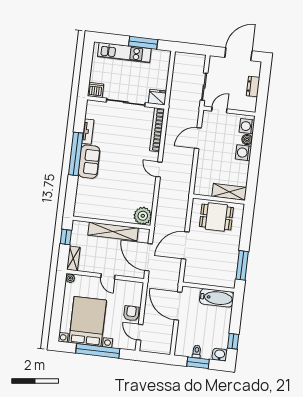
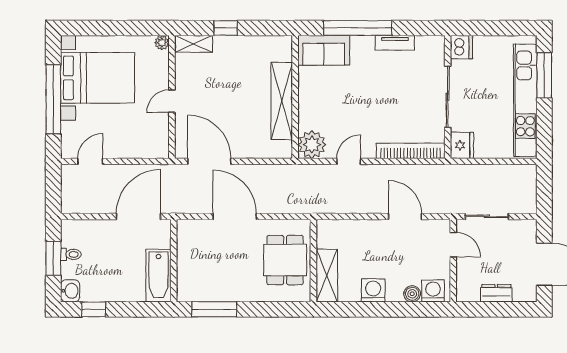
window: (143, 43) -> (544, 75), moved
kitchen unit: (124, 53) -> (525, 100), width x1.36
washing machine: (243, 153) -> (373, 290), moved
sofa: (89, 162) -> (324, 50), moved
plant: (143, 216) -> (312, 145), moved
wall: (112, 223) -> (295, 97), moved
shelving: (113, 231) -> (282, 101), moved
door: (149, 257) -> (209, 161), hinge flipped
armchair: (131, 313) -> (118, 145), removed

